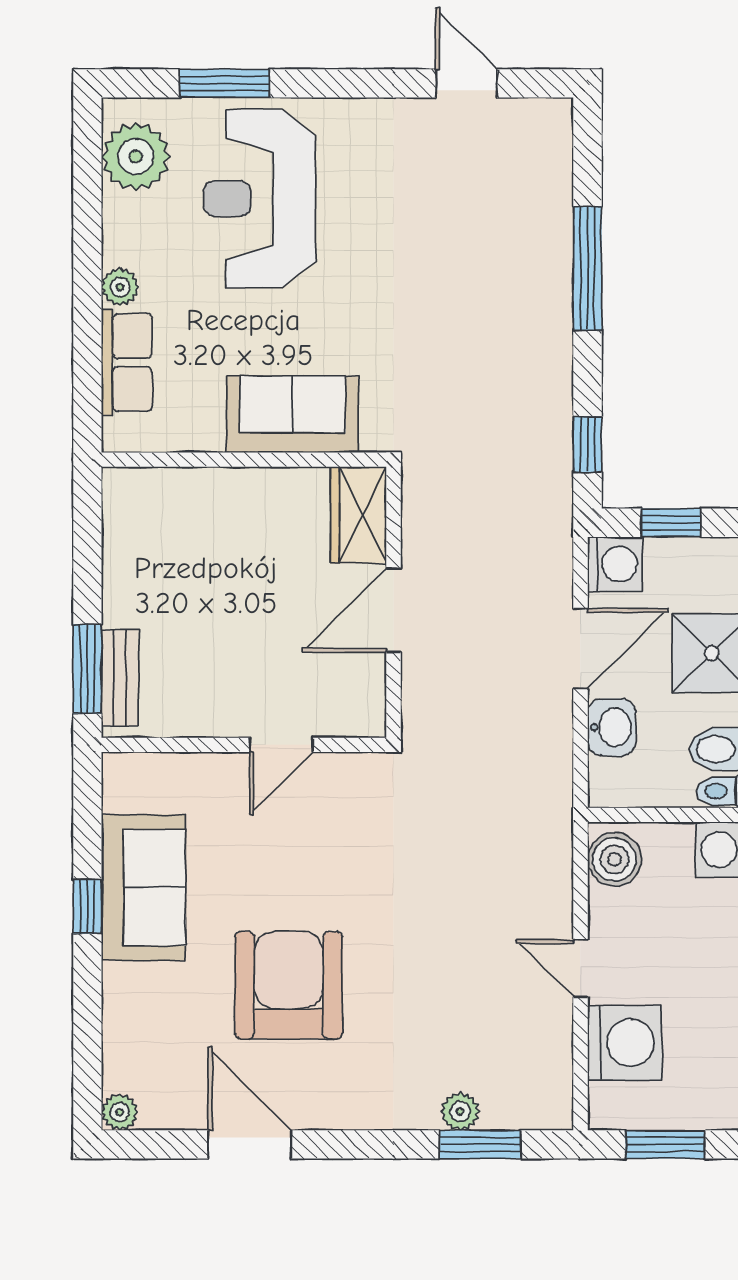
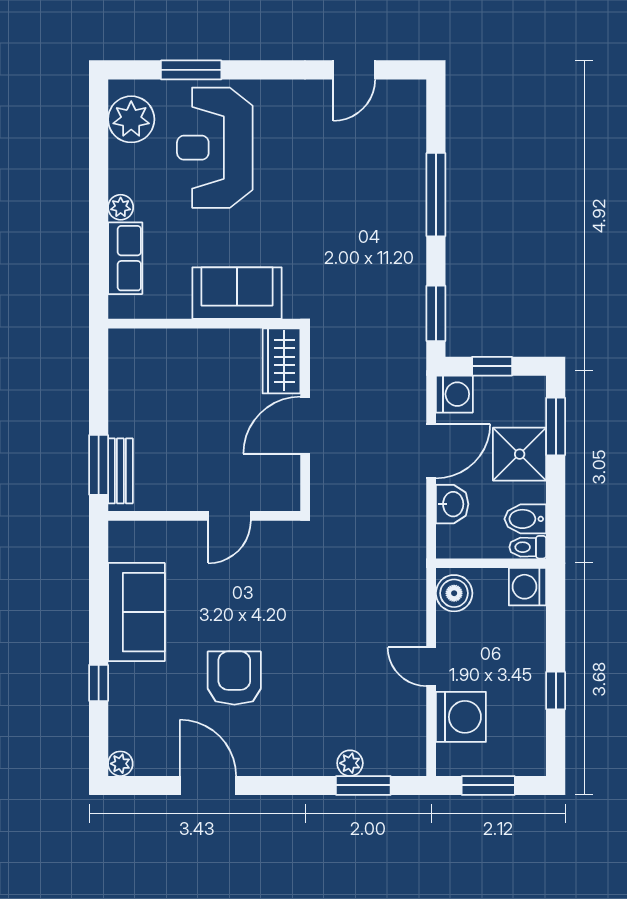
door: (467, 83) -> (354, 70), swing flipped
window: (588, 444) -> (436, 313), width x1.50
window: (87, 906) -> (99, 683), moved
armchair: (289, 985) -> (234, 678), width x0.73, depth x0.73

